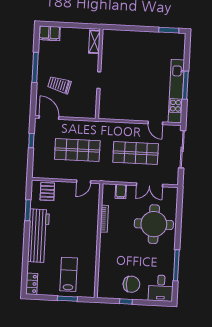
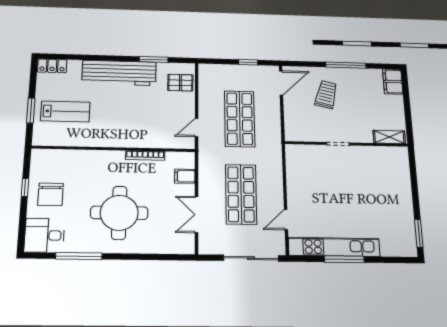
door: (84, 182) -> (197, 128), hinge flipped
round table: (154, 224) -> (119, 213), moved

